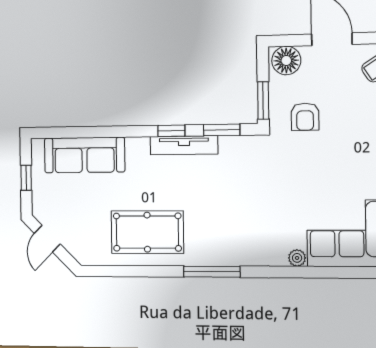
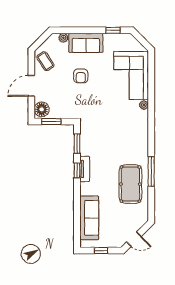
window: (263, 100) -> (51, 122), moved
armchair: (305, 117) -> (81, 76), moved, turned 90
tv unit: (184, 145) -> (85, 169), width x0.71
window: (212, 272) -> (151, 171), moved

